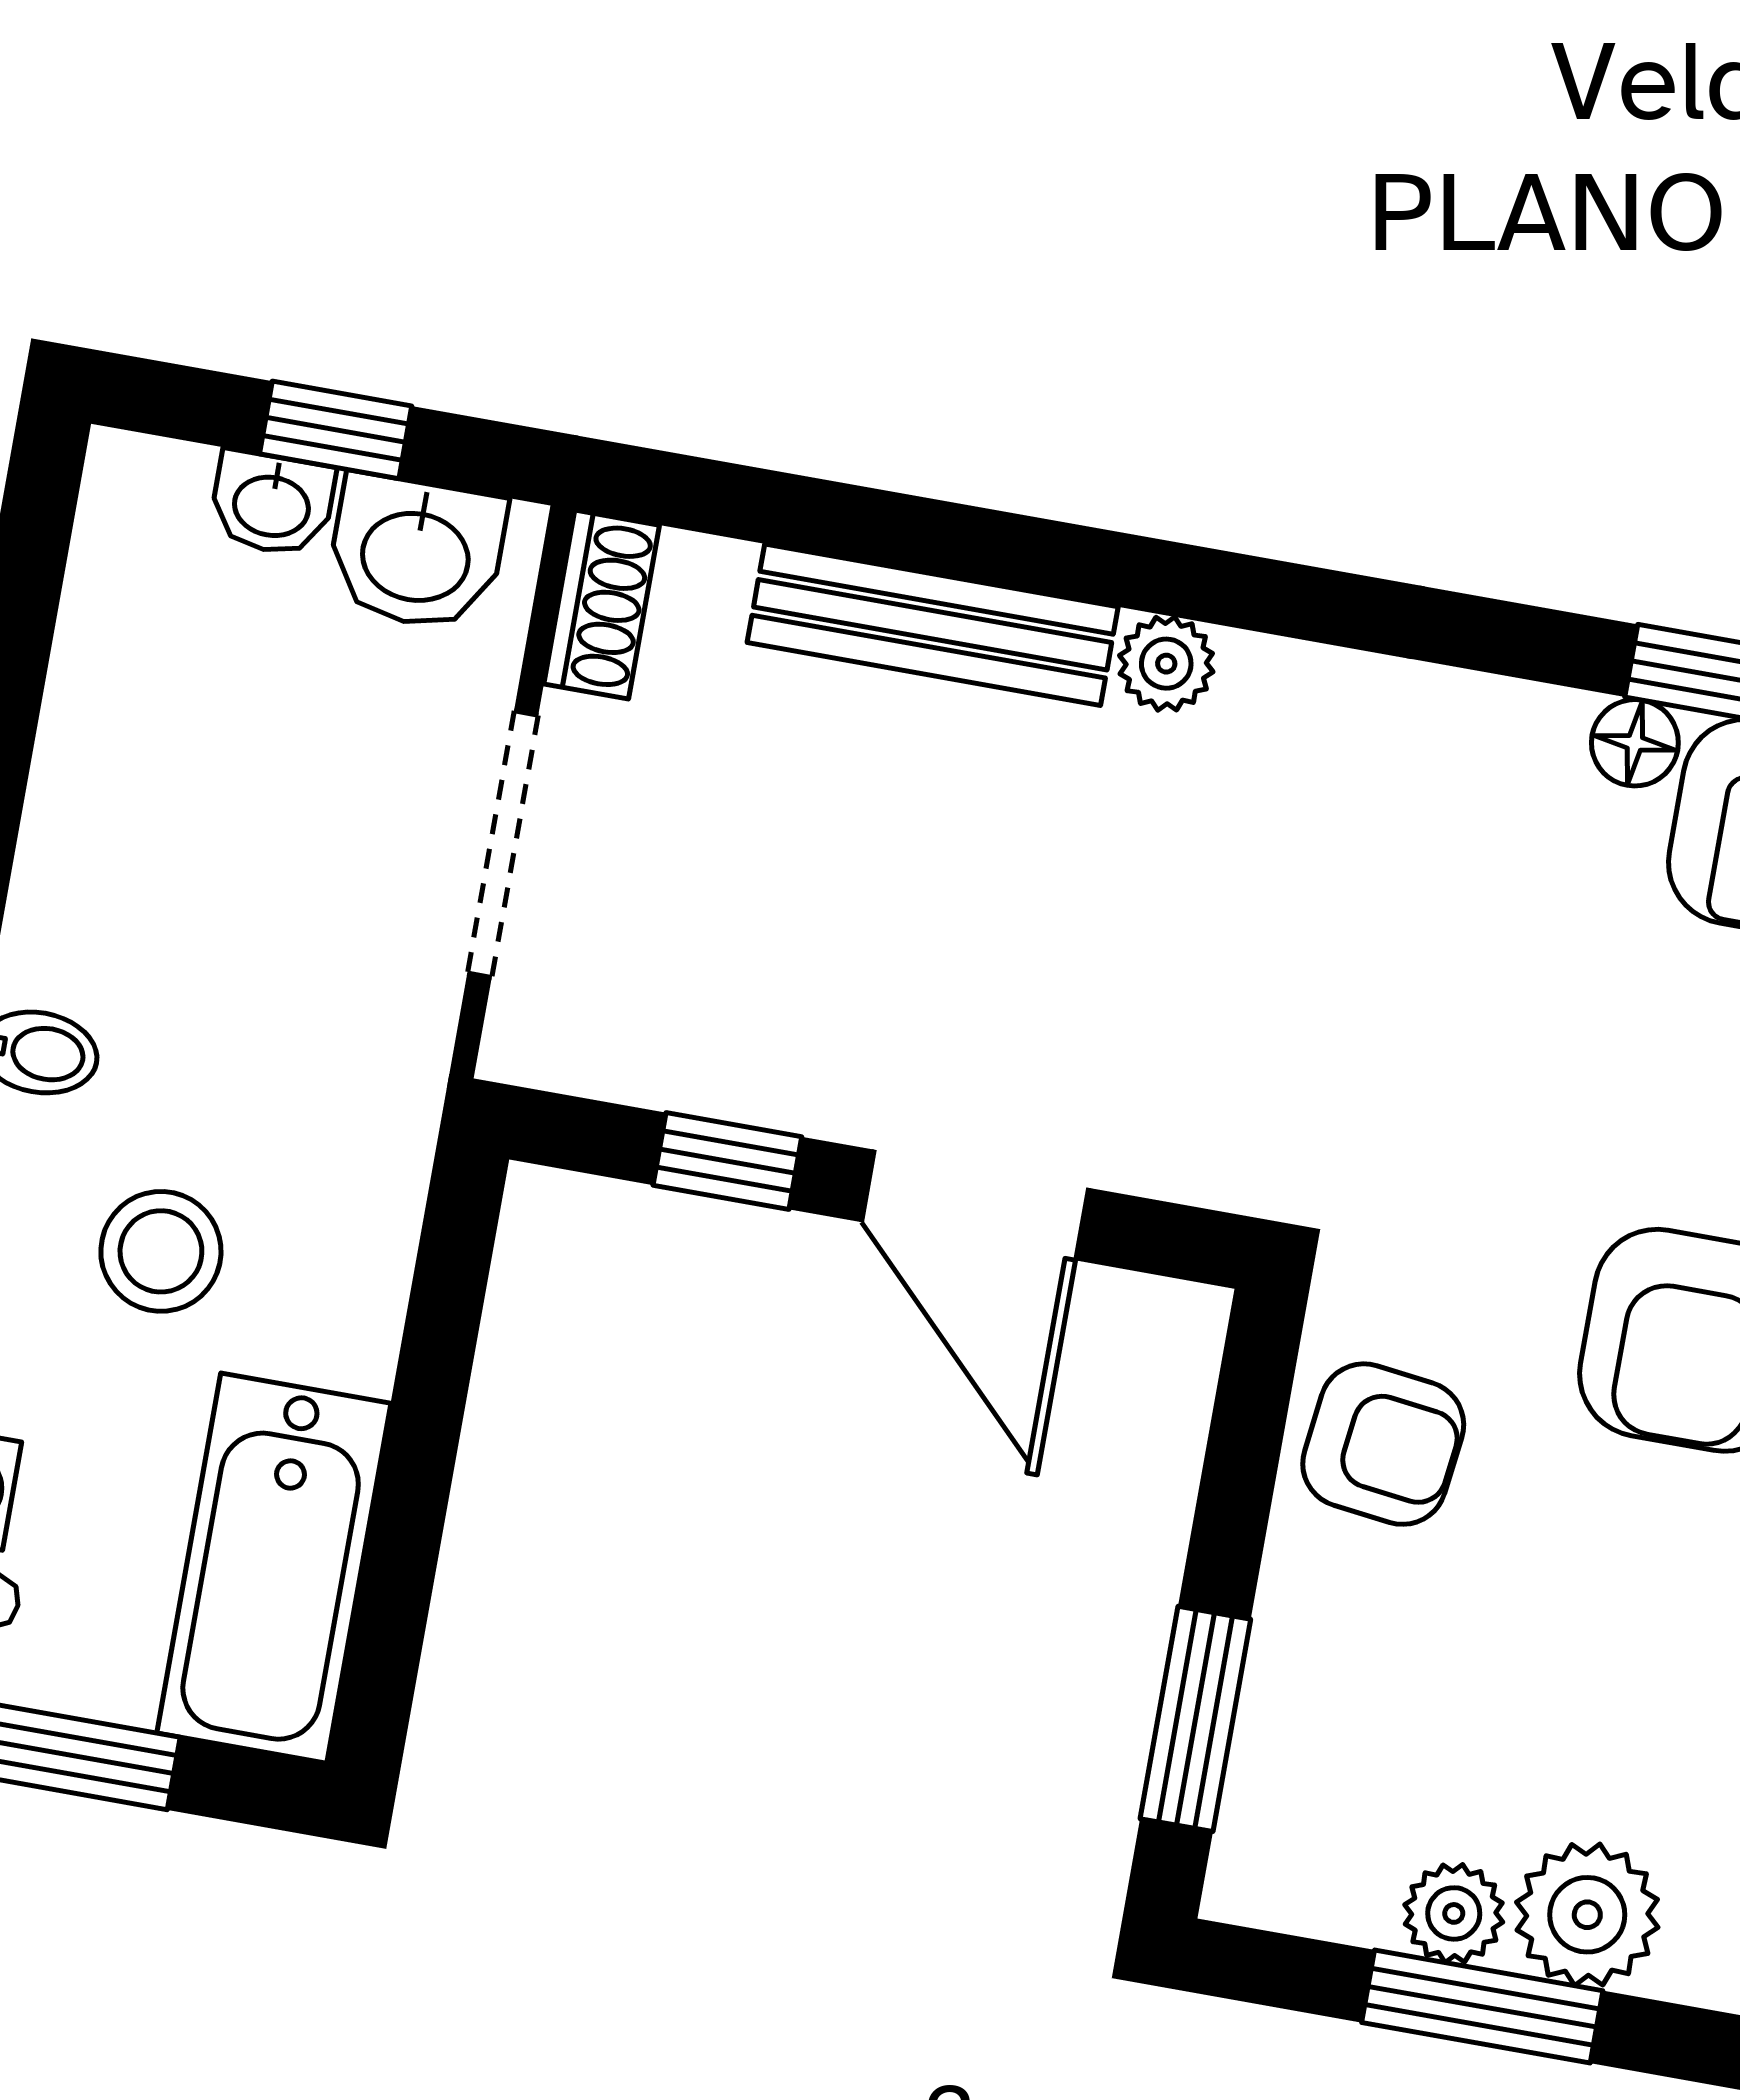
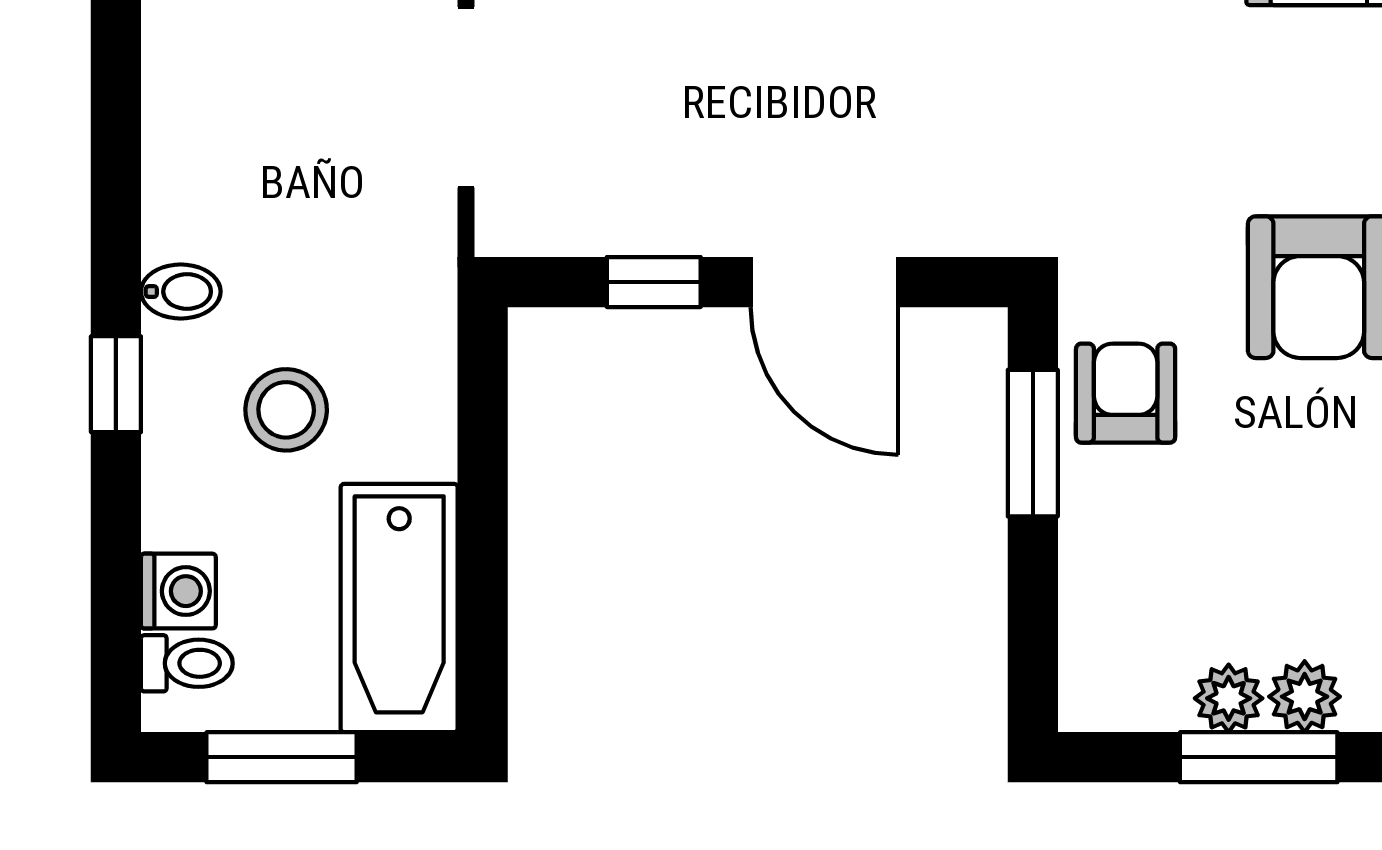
armchair: (1383, 1444) -> (1126, 393), turned -97
window: (1195, 1719) -> (1033, 443), moved
plant: (1587, 1915) -> (1305, 697), width x0.73, depth x0.73

